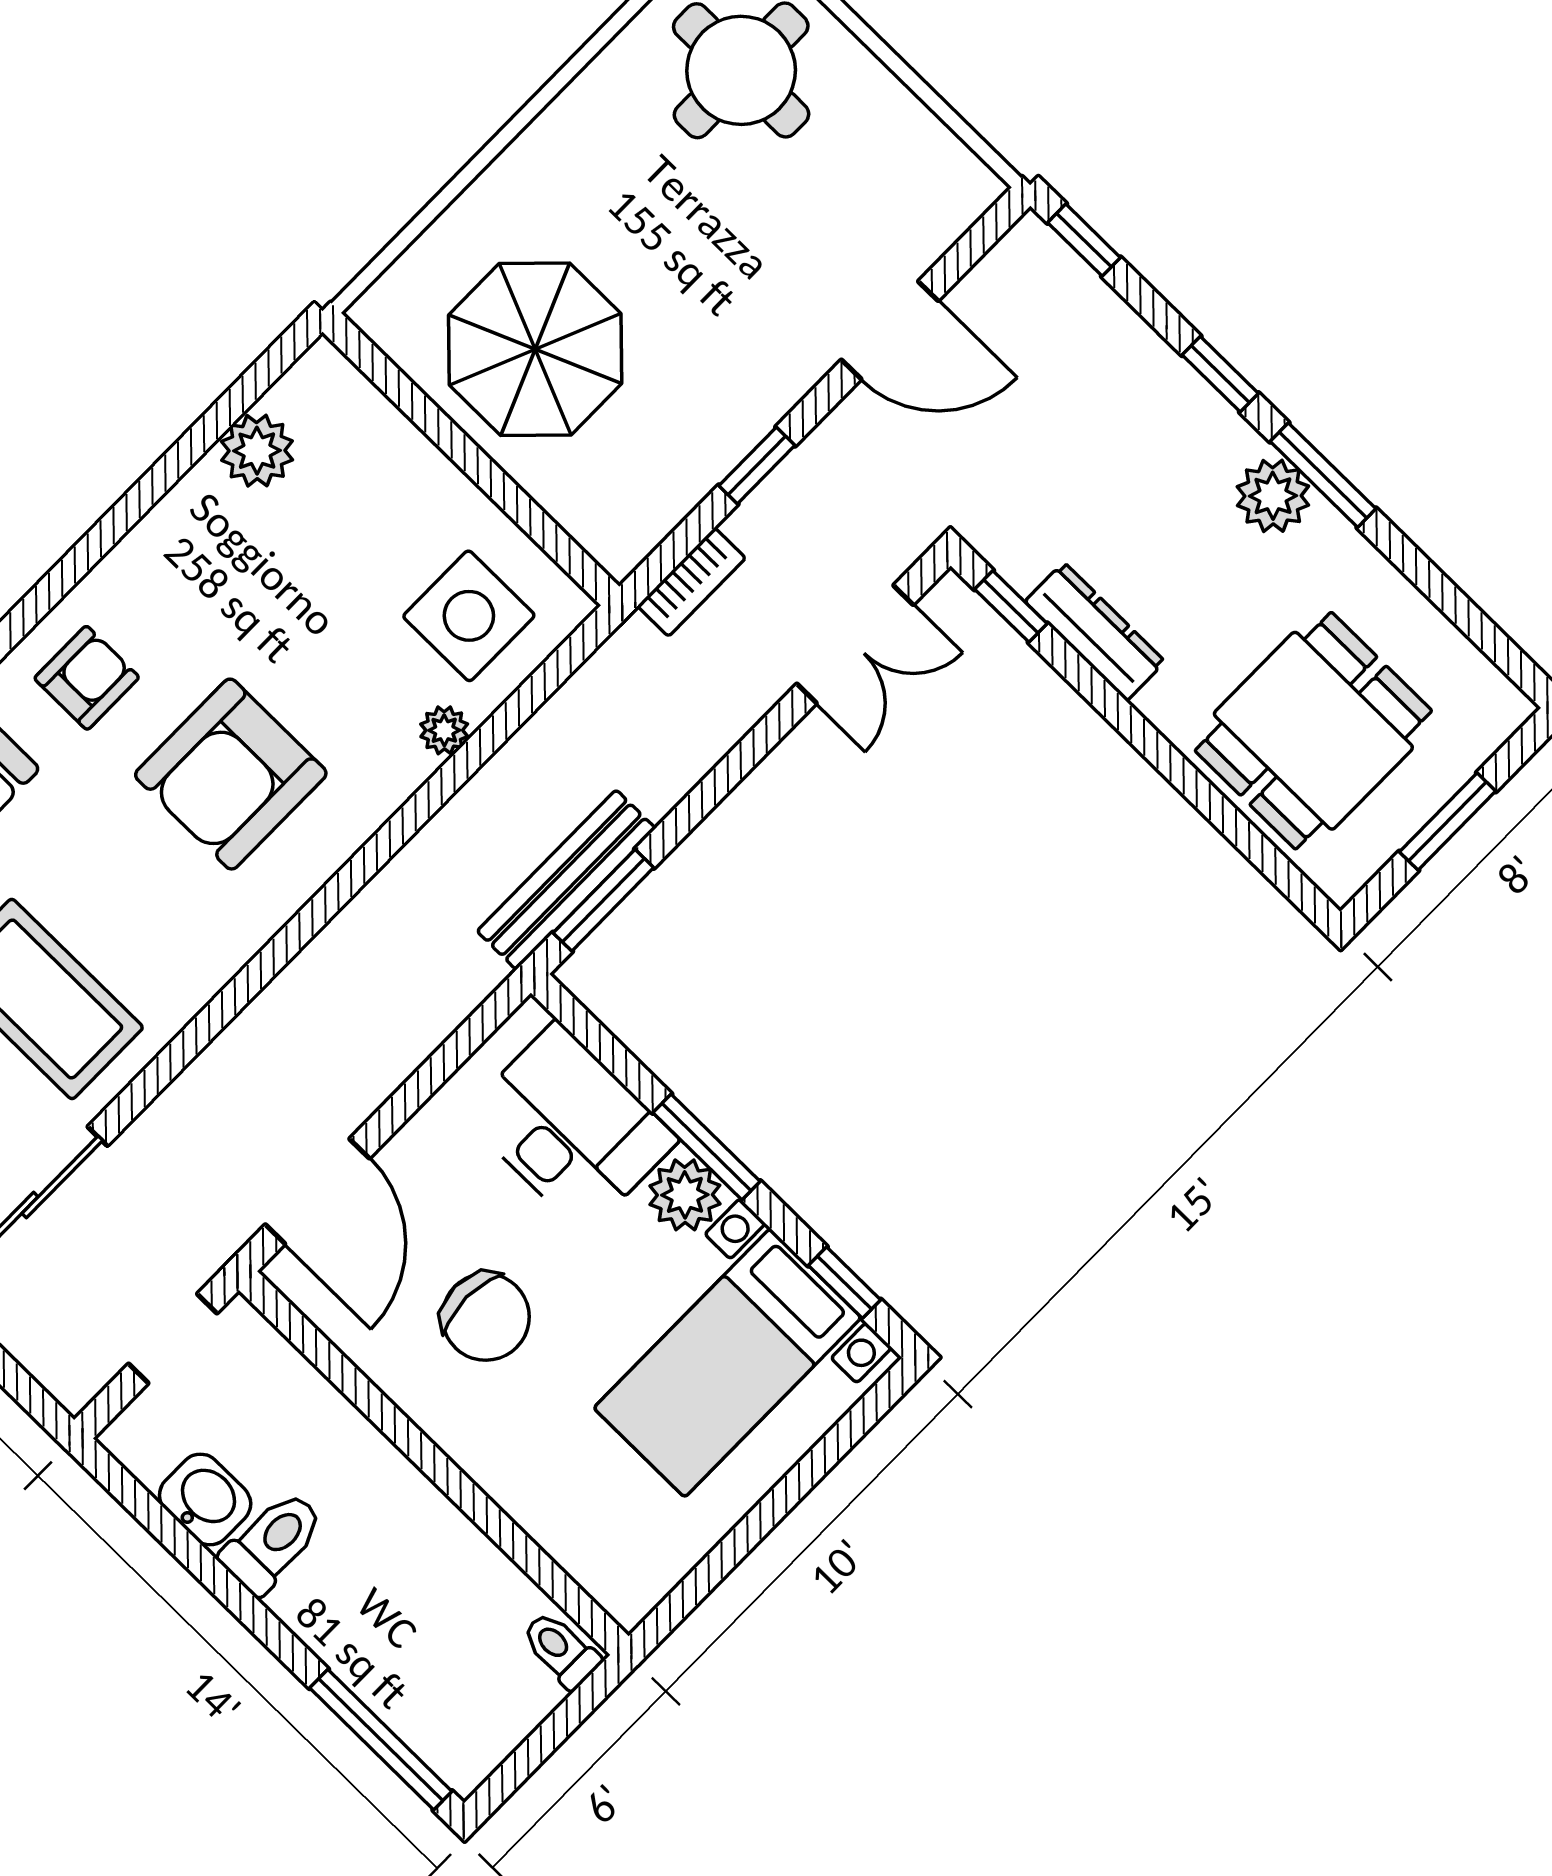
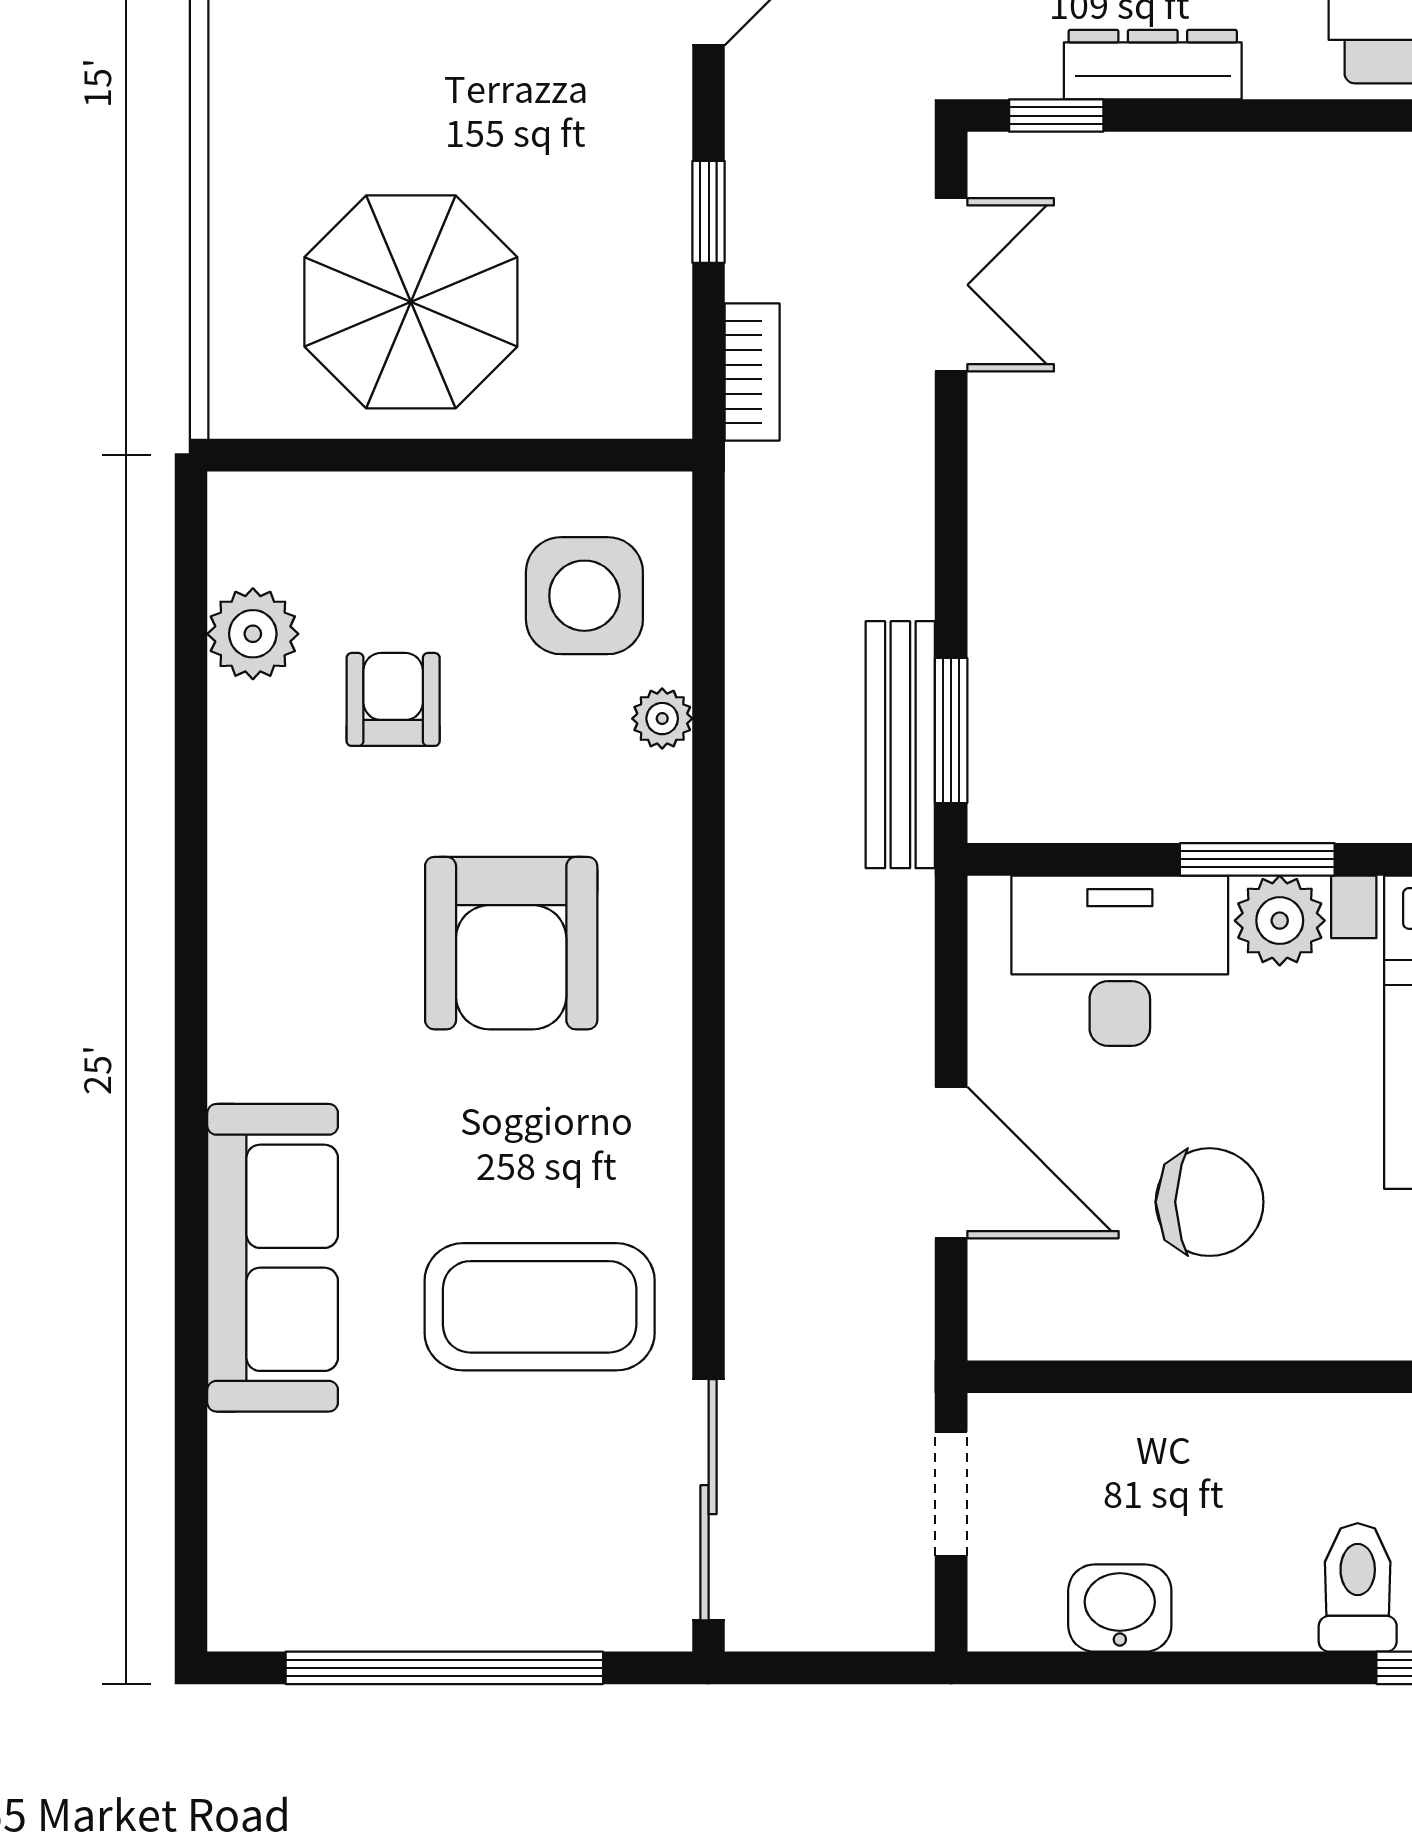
armchair: (87, 678) -> (393, 699), moved
door: (317, 1191) -> (951, 1163), moved
toilet: (272, 1542) -> (1358, 1587), moved

